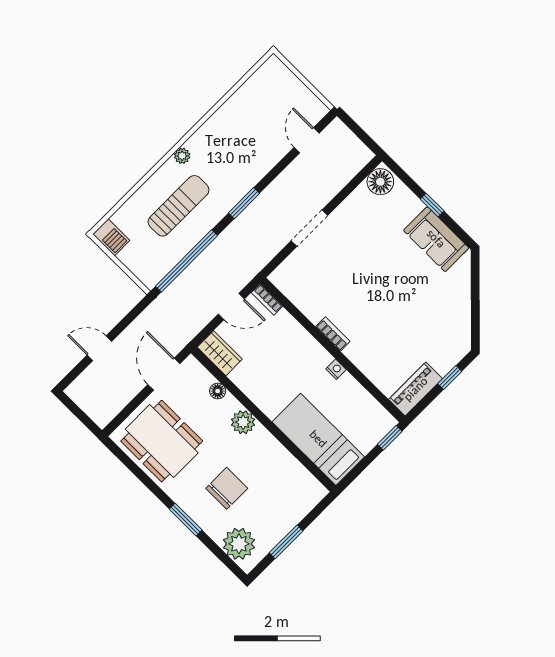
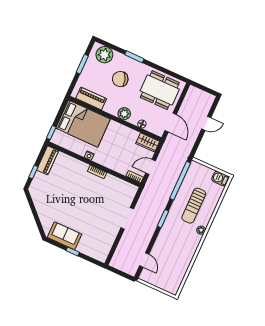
floor lamp: (380, 182) -> (102, 253), removed
bed: (318, 439) -> (83, 124), width x1.50
piano: (293, 473) -> (91, 98), added
chair: (227, 488) -> (120, 79), turned 71

